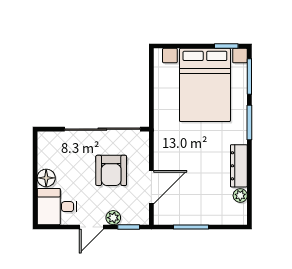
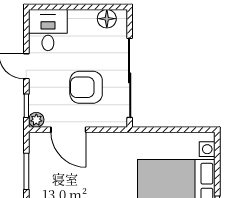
floor lamp: (46, 178) -> (107, 19), moved
plant: (113, 218) -> (36, 120), moved

